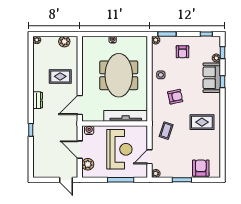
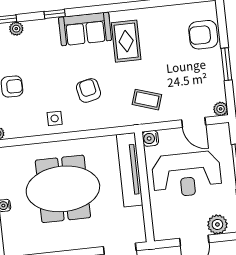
sofa: (212, 78) -> (85, 29), moved
water cooler: (89, 130) -> (150, 138), moved
reception desk: (119, 149) -> (187, 174), turned 180

